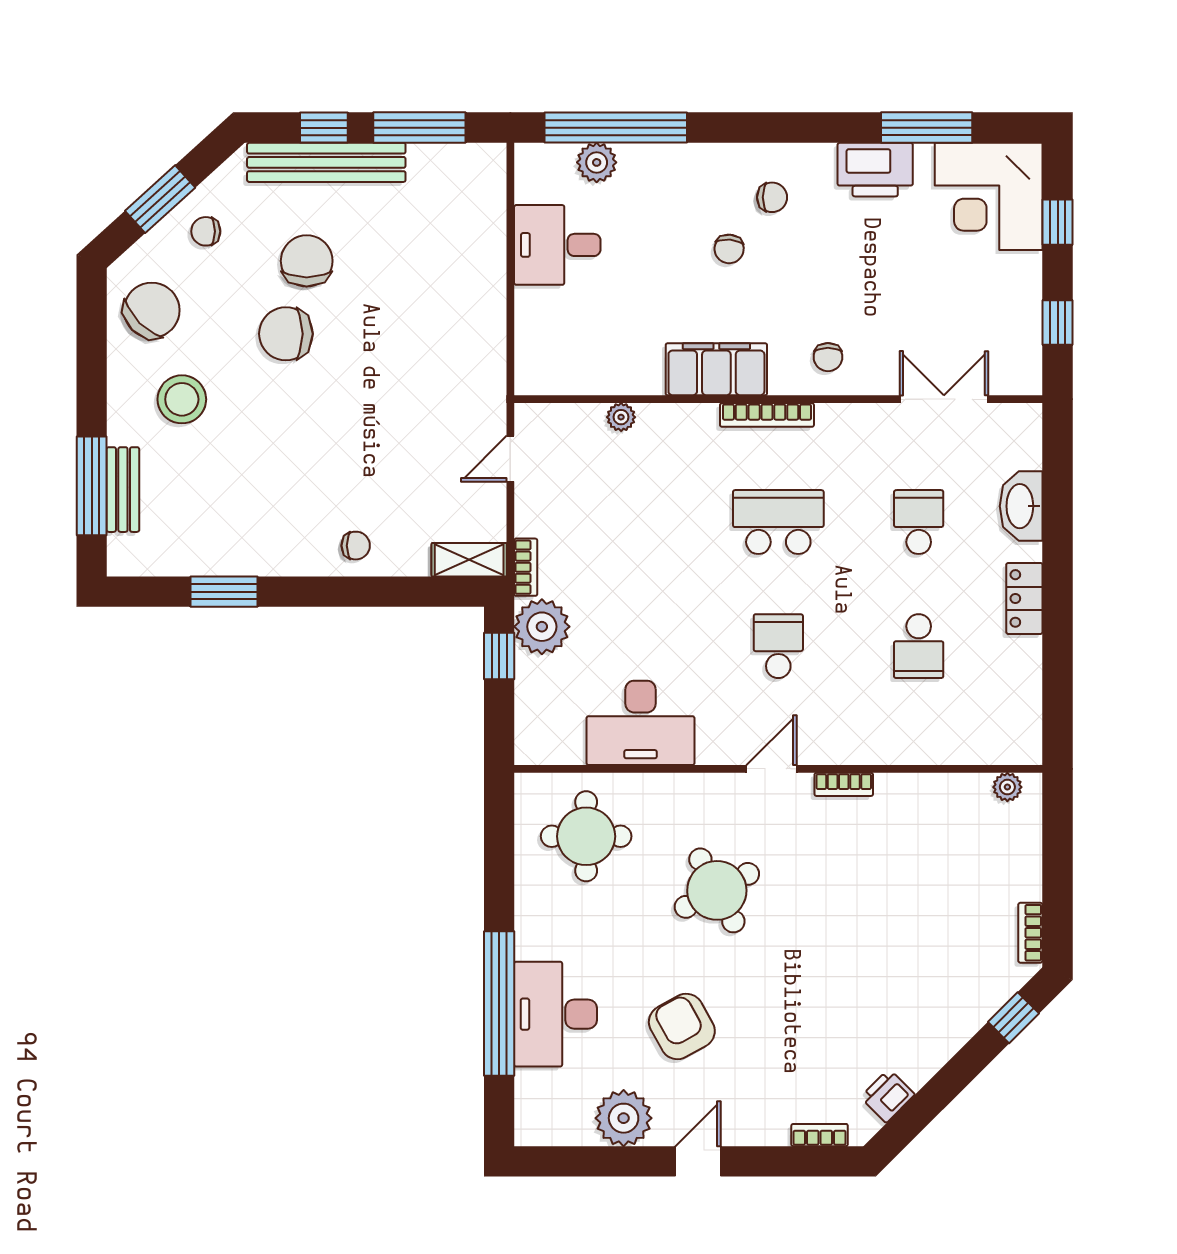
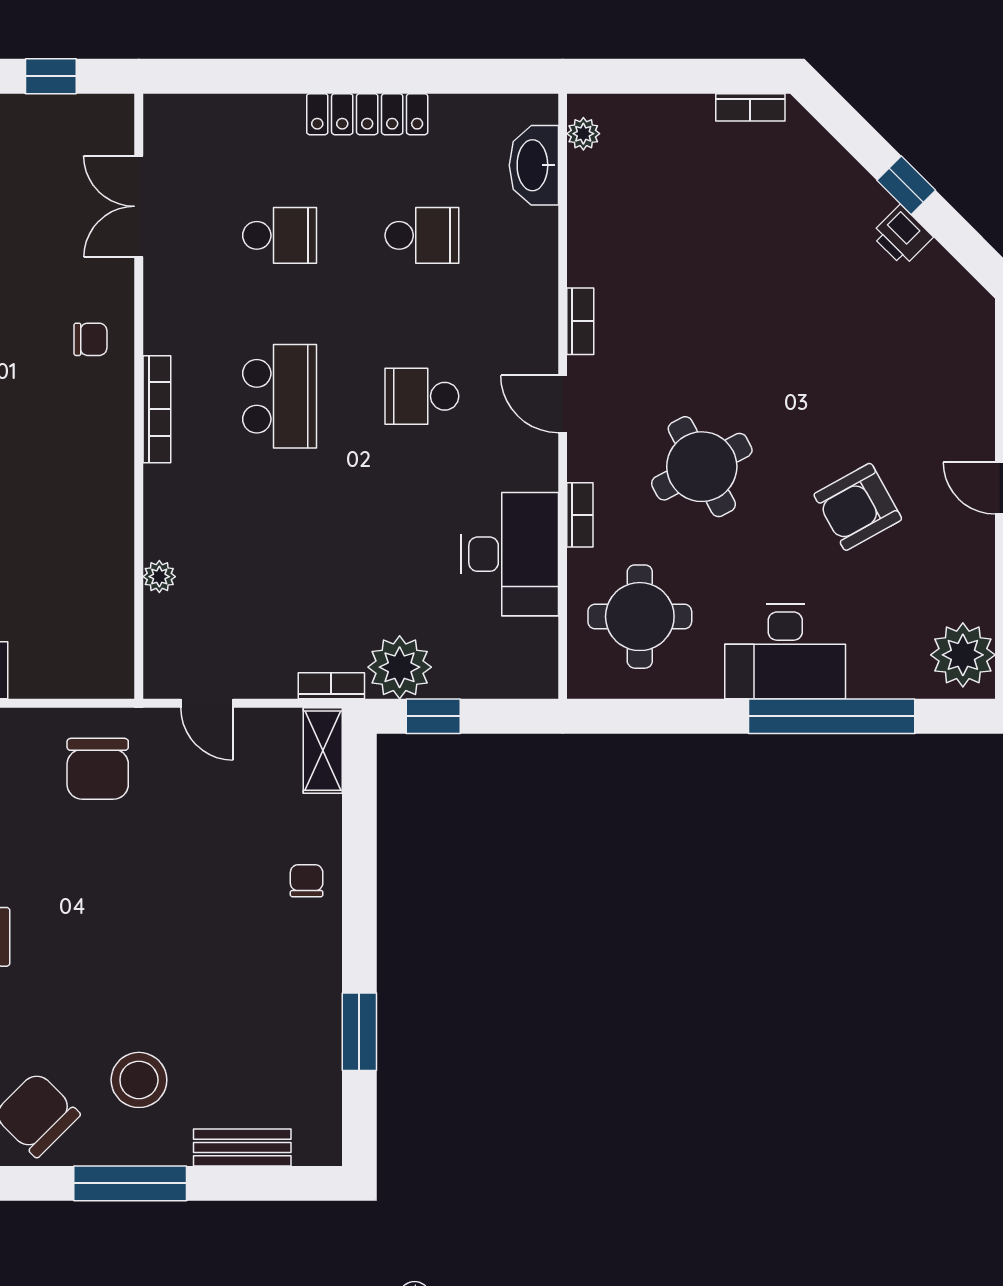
chair: (286, 334) -> (98, 769), moved
filing cabinet: (716, 369) -> (104, 467), removed
window: (92, 486) -> (130, 1183), moved
washbasin: (1021, 506) -> (534, 165), moved, turned 90
school desk: (778, 522) -> (280, 396), turned 180
school desk: (919, 522) -> (280, 235), turned 180
locker: (1024, 598) -> (367, 114), width x1.53
desk: (555, 1014) -> (785, 652), moved
window: (1013, 1018) -> (906, 185), moved
printer: (888, 1096) -> (902, 236), moved
plant: (624, 1118) -> (963, 655), moved
bookcase: (820, 1135) -> (580, 515), moved, turned 180

